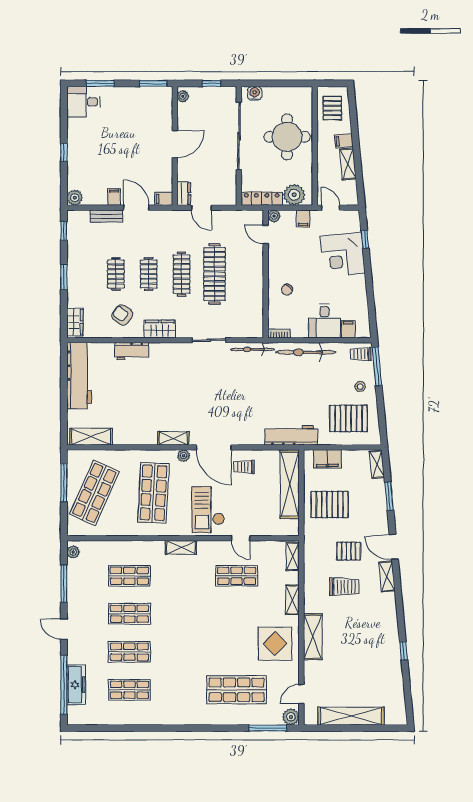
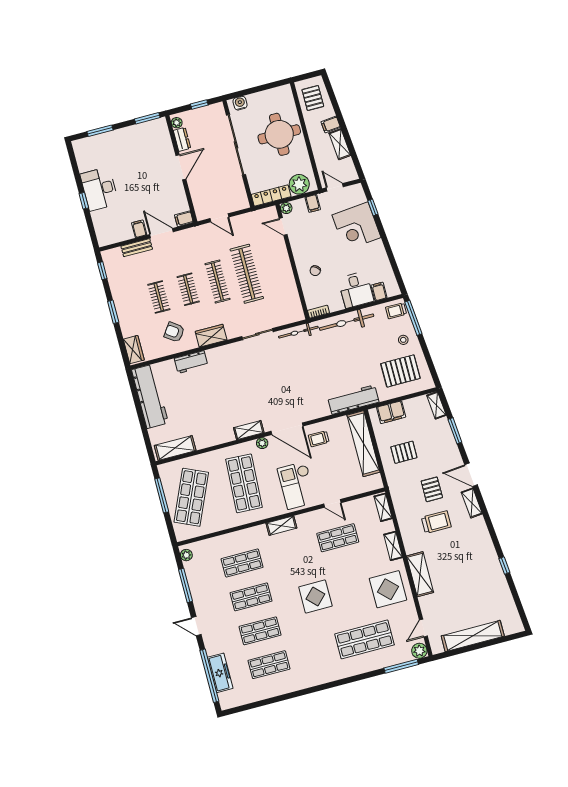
desk: (83, 102) -> (99, 189), moved, width x1.37
dresser: (184, 194) -> (182, 139), moved
plant: (75, 198) -> (104, 239), removed
pallet: (330, 505) -> (404, 452), width x0.67, depth x0.71
pallet: (349, 551) -> (432, 489), turned 90
display table: (197, 631) -> (315, 597), added

